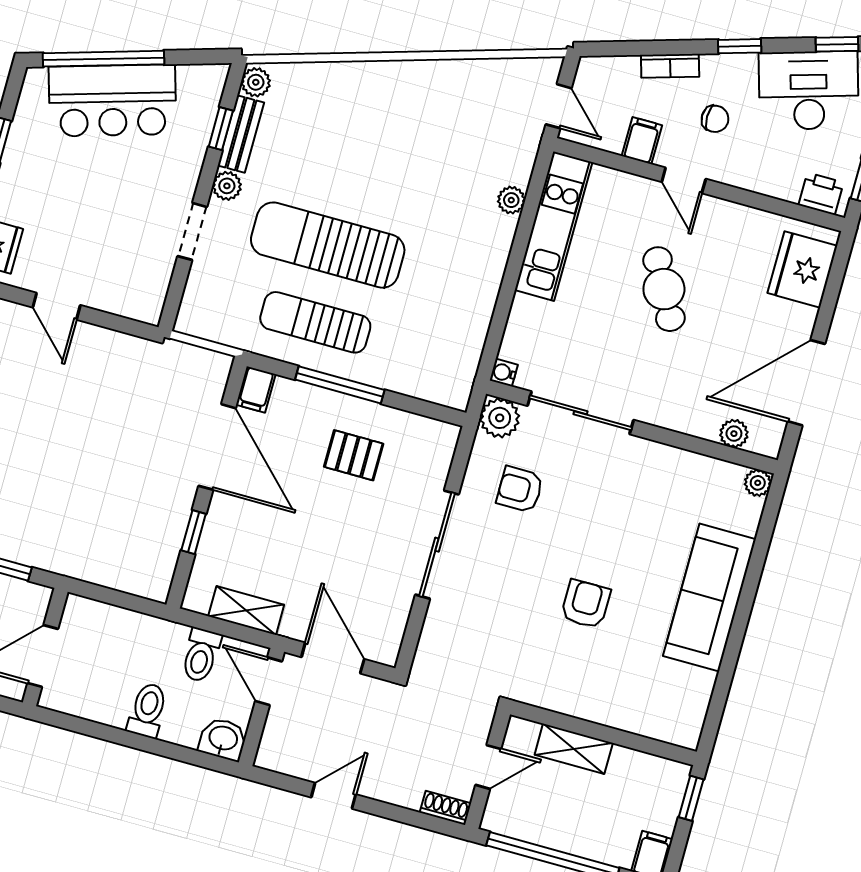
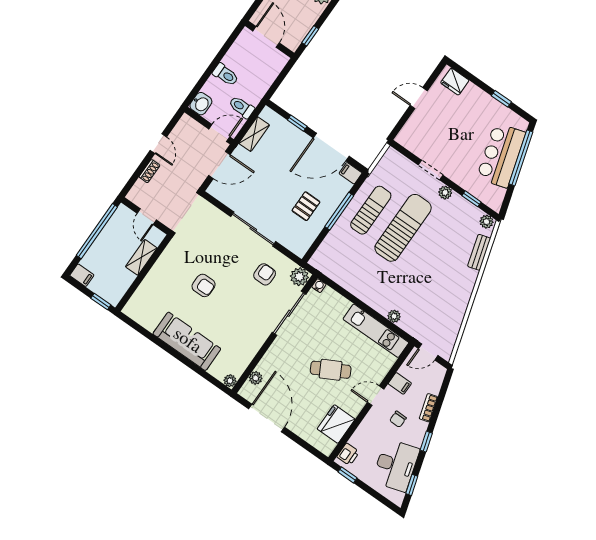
bench: (241, 134) -> (479, 252), moved, turned 73
fridge: (802, 269) -> (336, 424), moved, turned -90
shoe rack: (445, 808) -> (149, 171), moved

